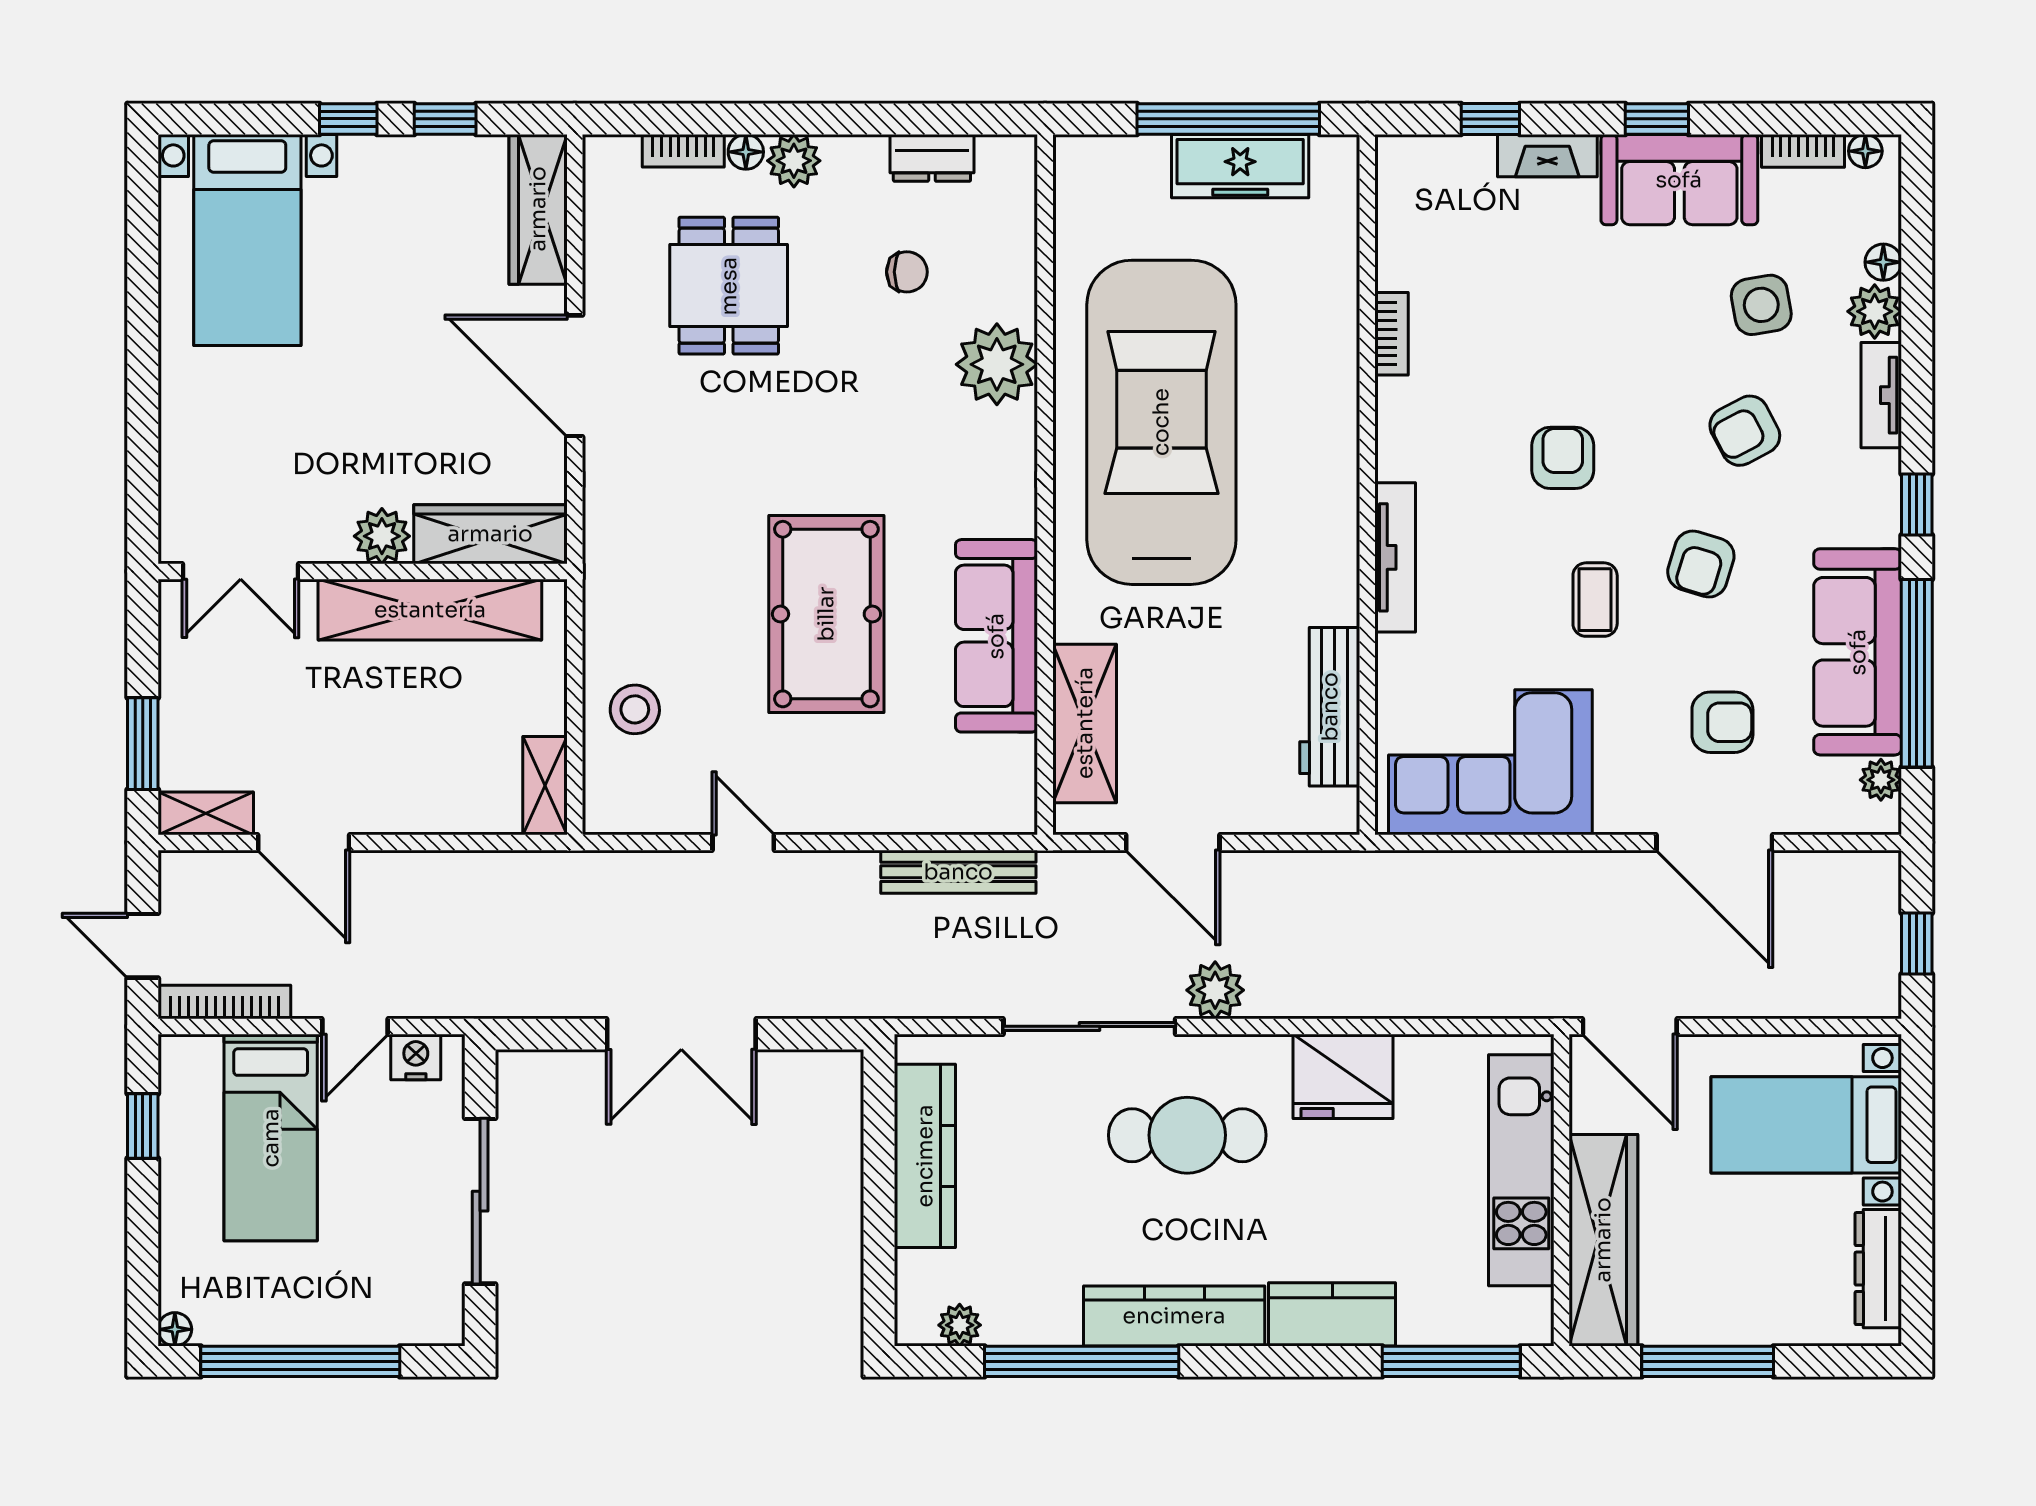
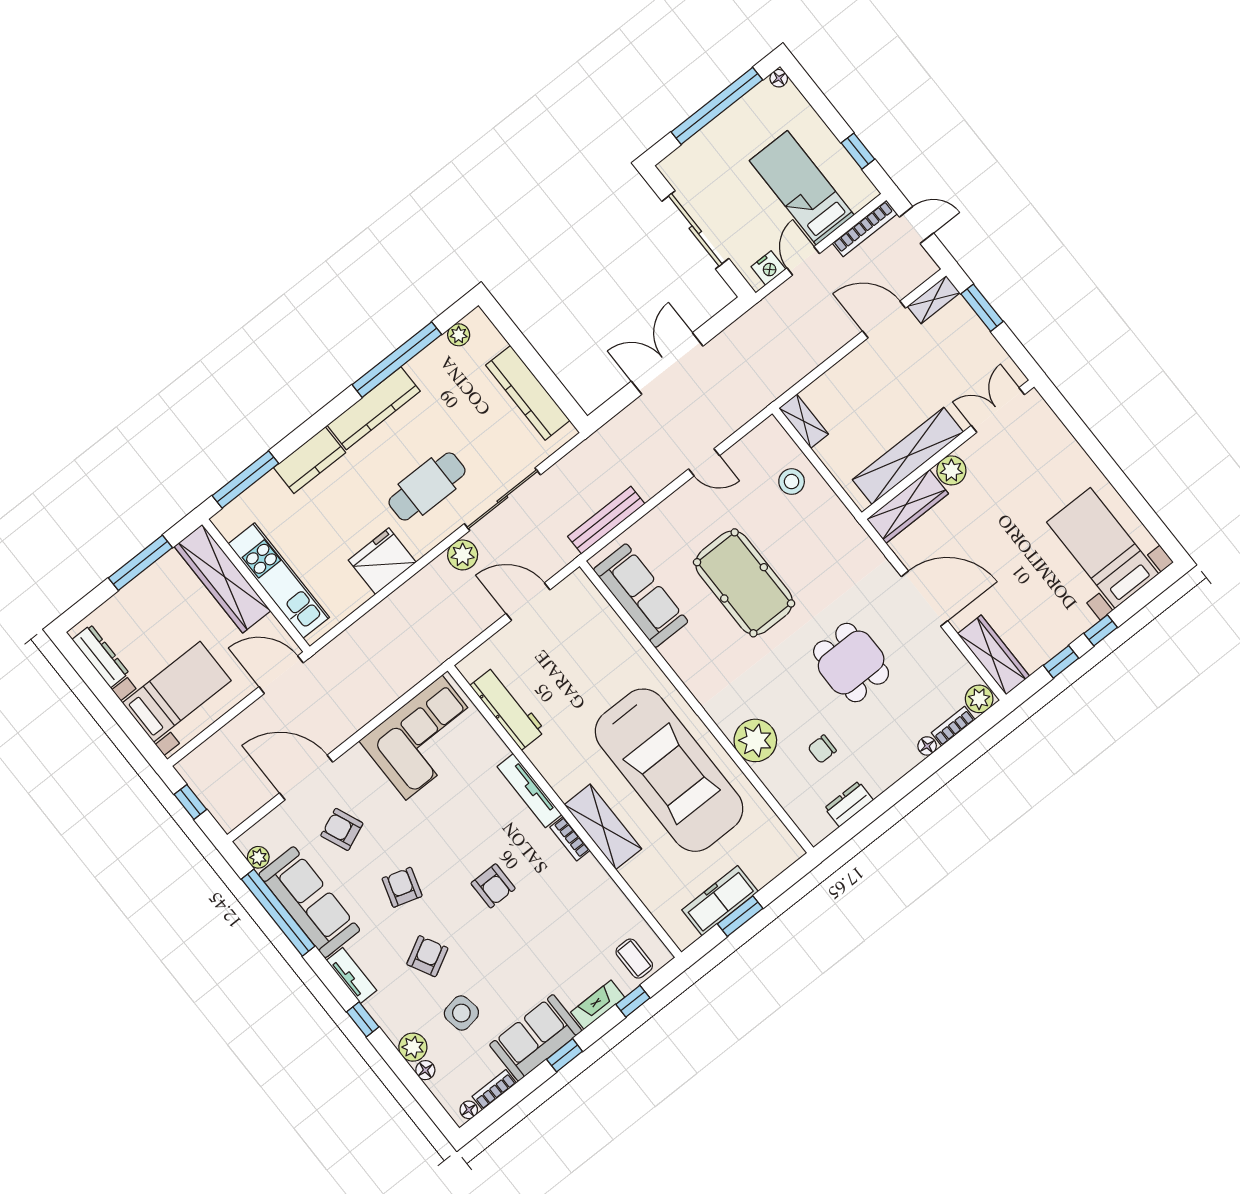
window: (1228, 119) -> (740, 916), width x0.47
plant: (794, 161) -> (979, 699), moved
dining table: (729, 286) -> (851, 663), moved
bookcase: (1391, 334) -> (570, 839), moved
tv unit: (1881, 395) -> (352, 975), moved
window: (1917, 505) -> (363, 1019), moved
coffee table: (1595, 600) -> (634, 959), moved
sofa: (996, 636) -> (641, 596), moved
armchair: (1722, 722) -> (342, 829), turned 67
shelving: (1085, 723) -> (603, 827), moved

